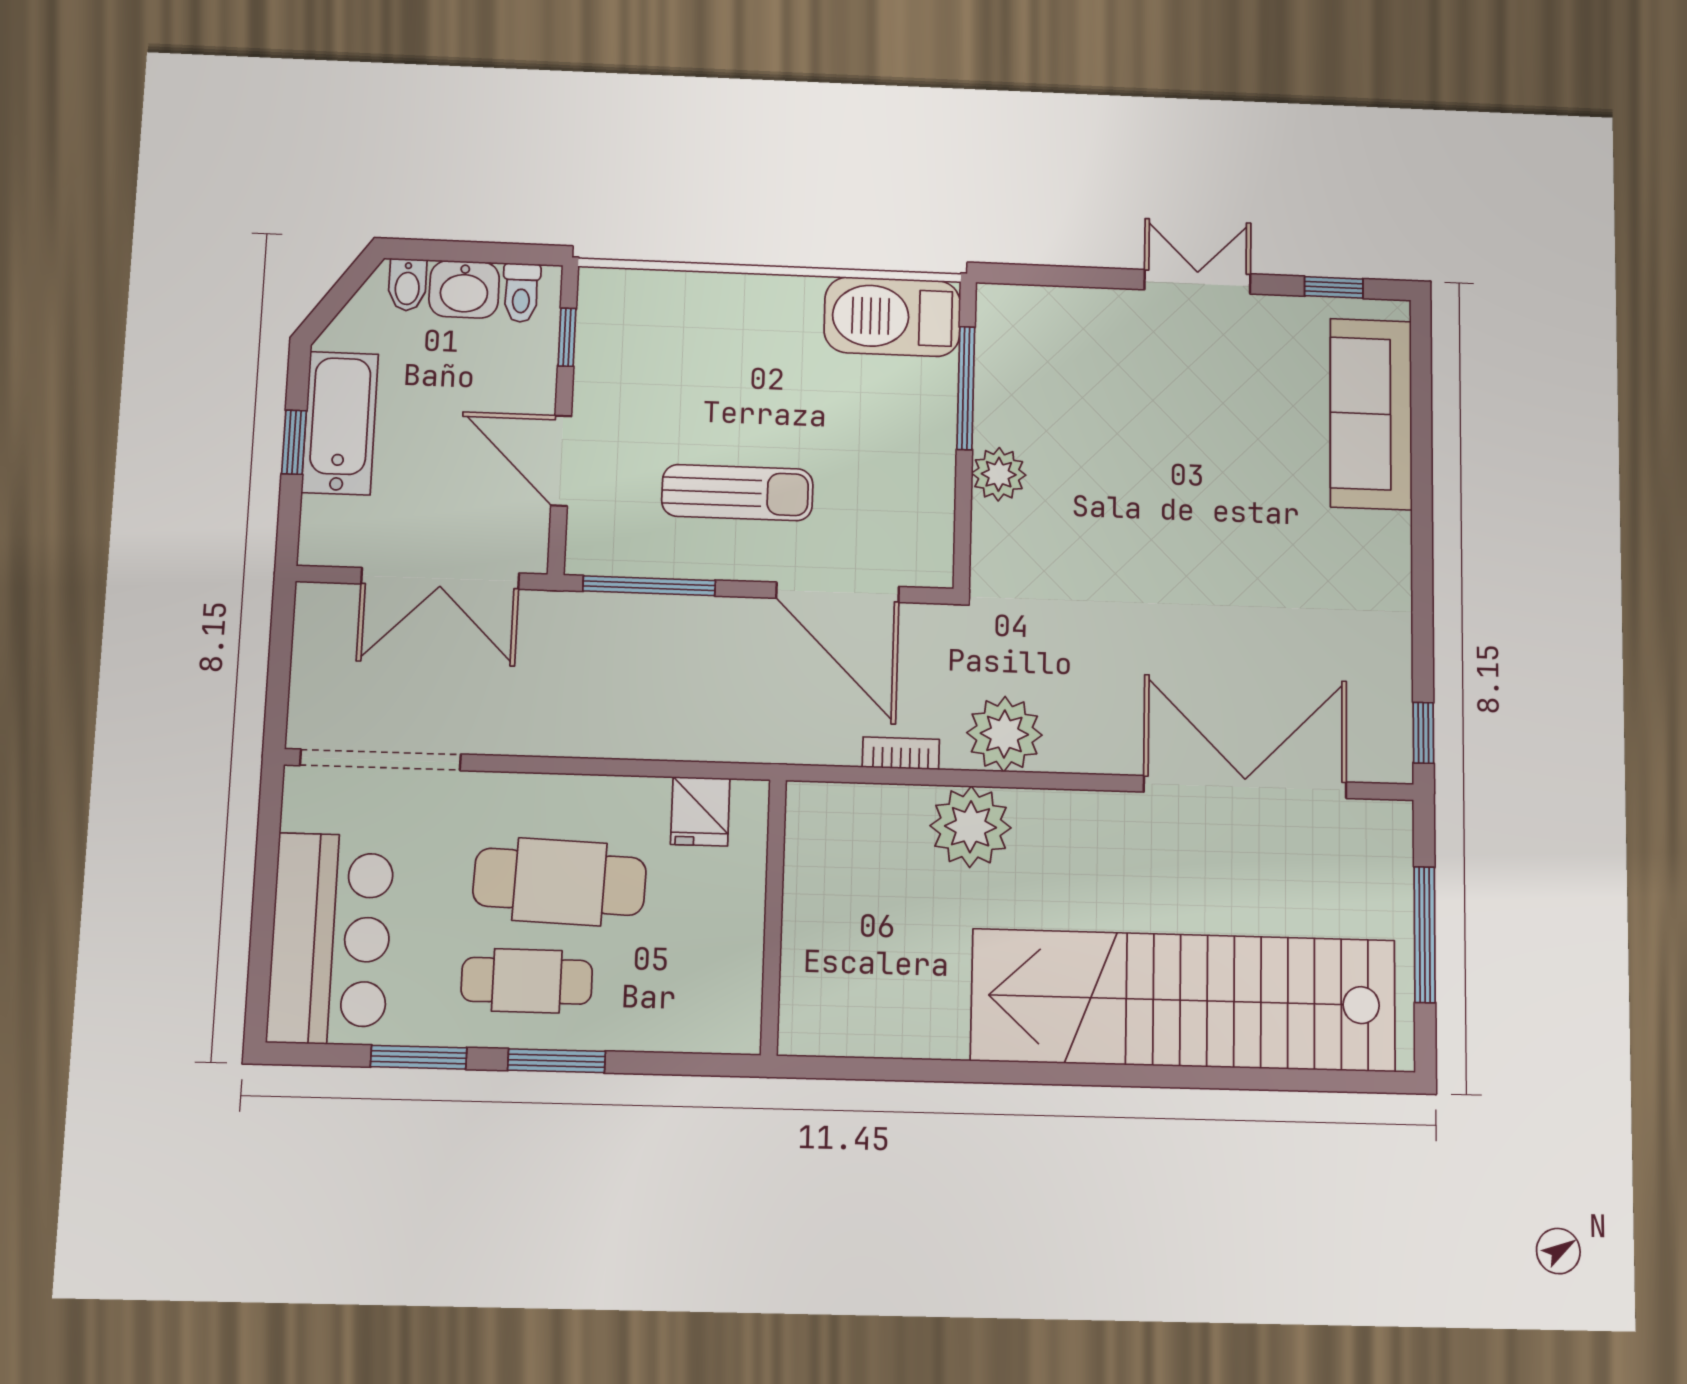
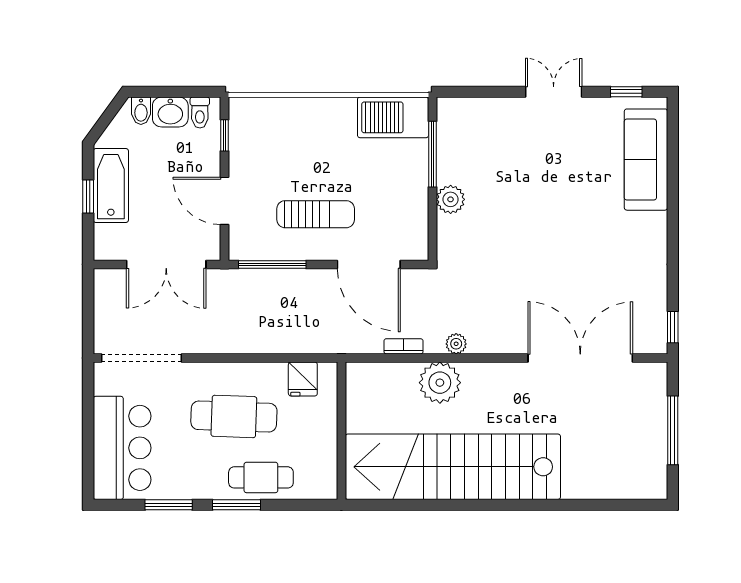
plant: (1004, 734) -> (456, 344), width x0.53, depth x0.53
cafe table: (527, 981) -> (261, 477), moved
stairs: (1184, 1000) -> (453, 467), moved

